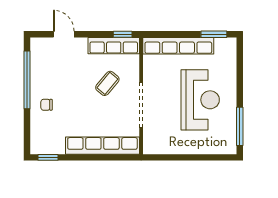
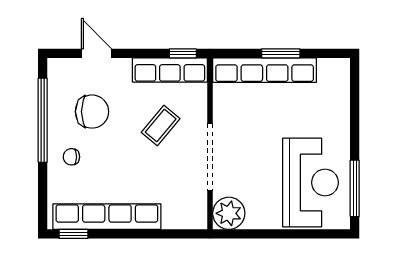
window: (214, 34) -> (281, 53), moved
chair: (61, 74) -> (92, 112), added
reception desk: (200, 100) -> (310, 183), moved
plant: (154, 143) -> (229, 213), added
row of seats: (102, 146) -> (107, 217), moved

